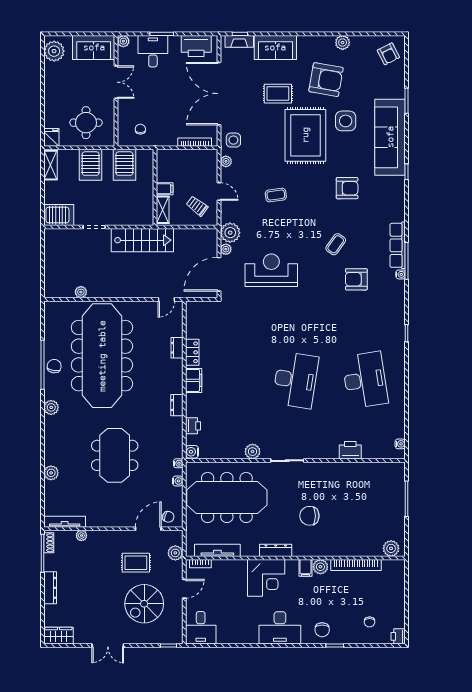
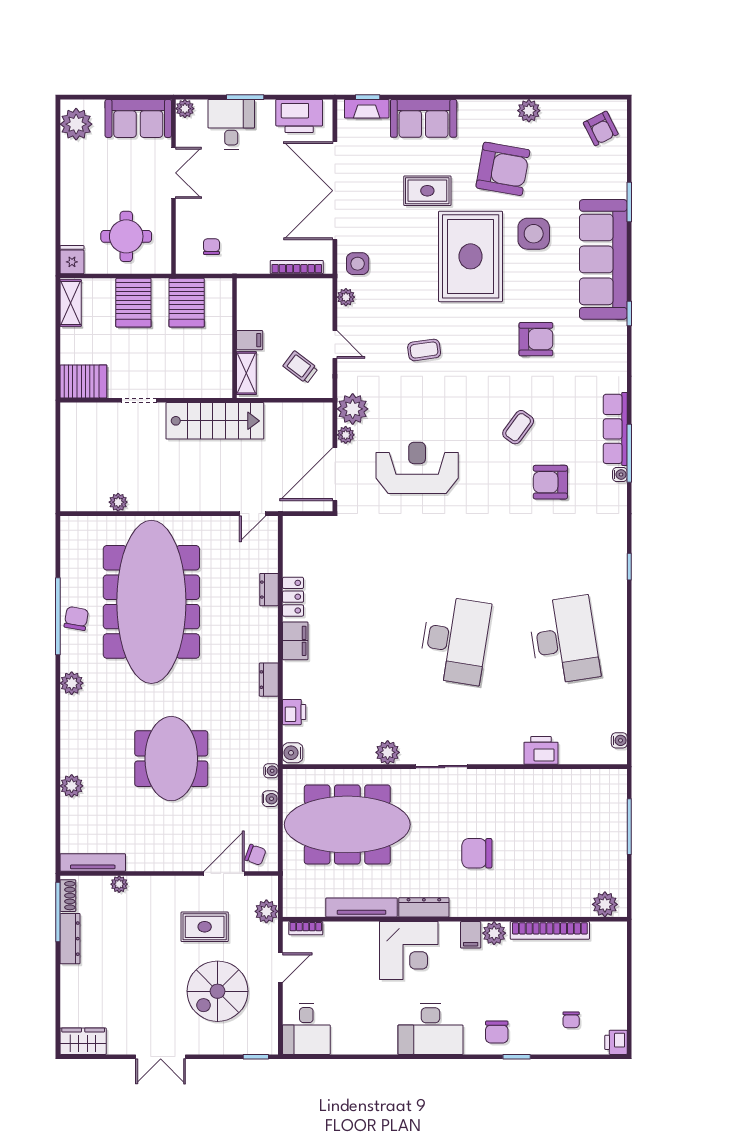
tv unit: (217, 550) -> (361, 907), moved
dresser: (50, 588) -> (70, 939), moved

